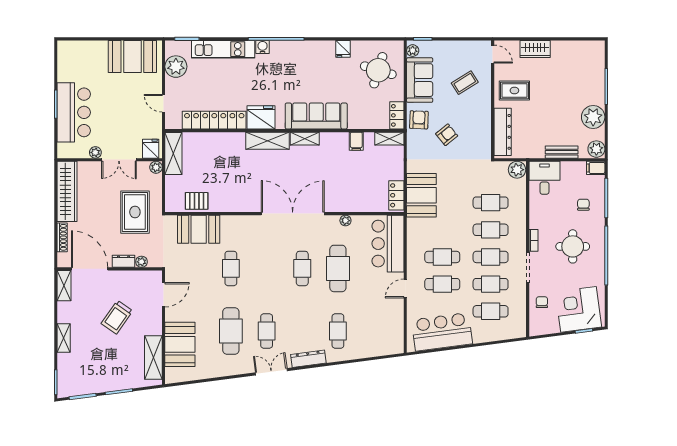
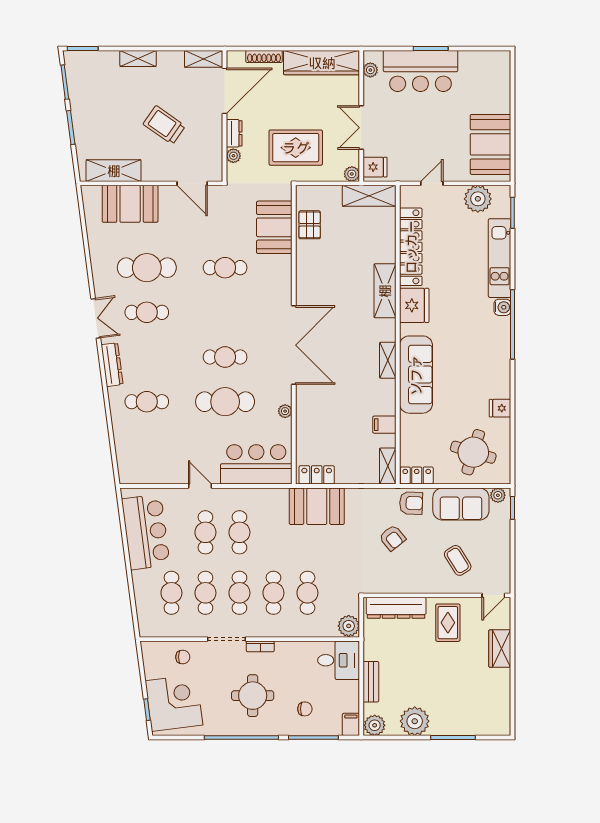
shelving: (267, 141) -> (385, 291), moved
plant: (95, 152) -> (370, 70), moved

